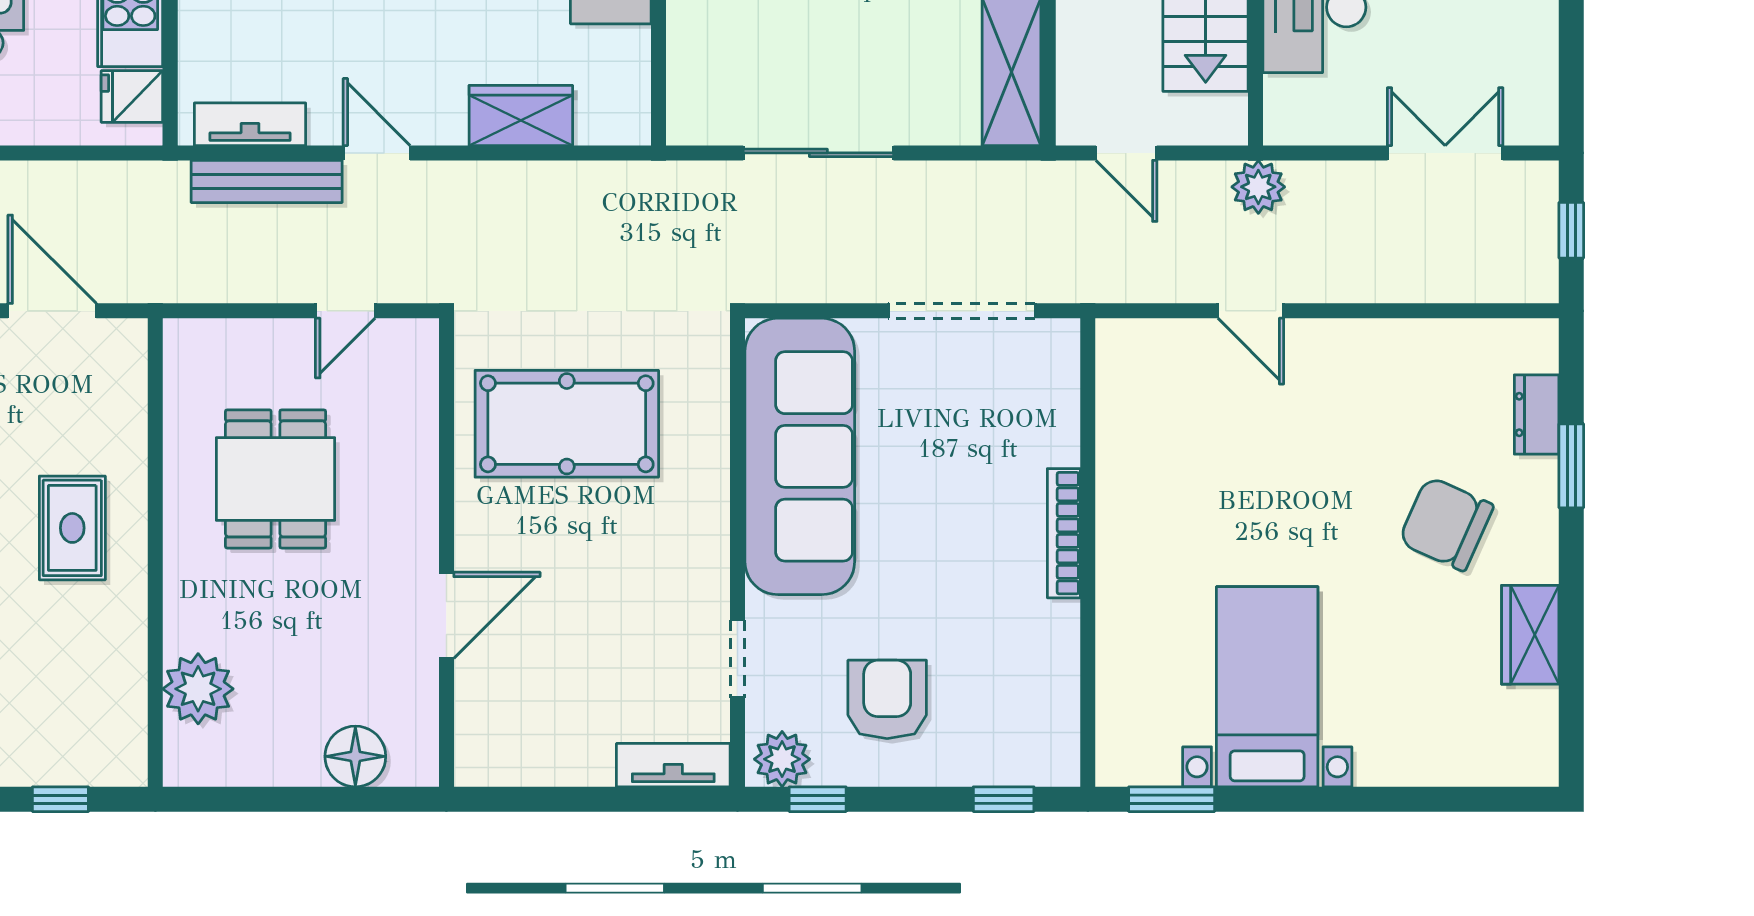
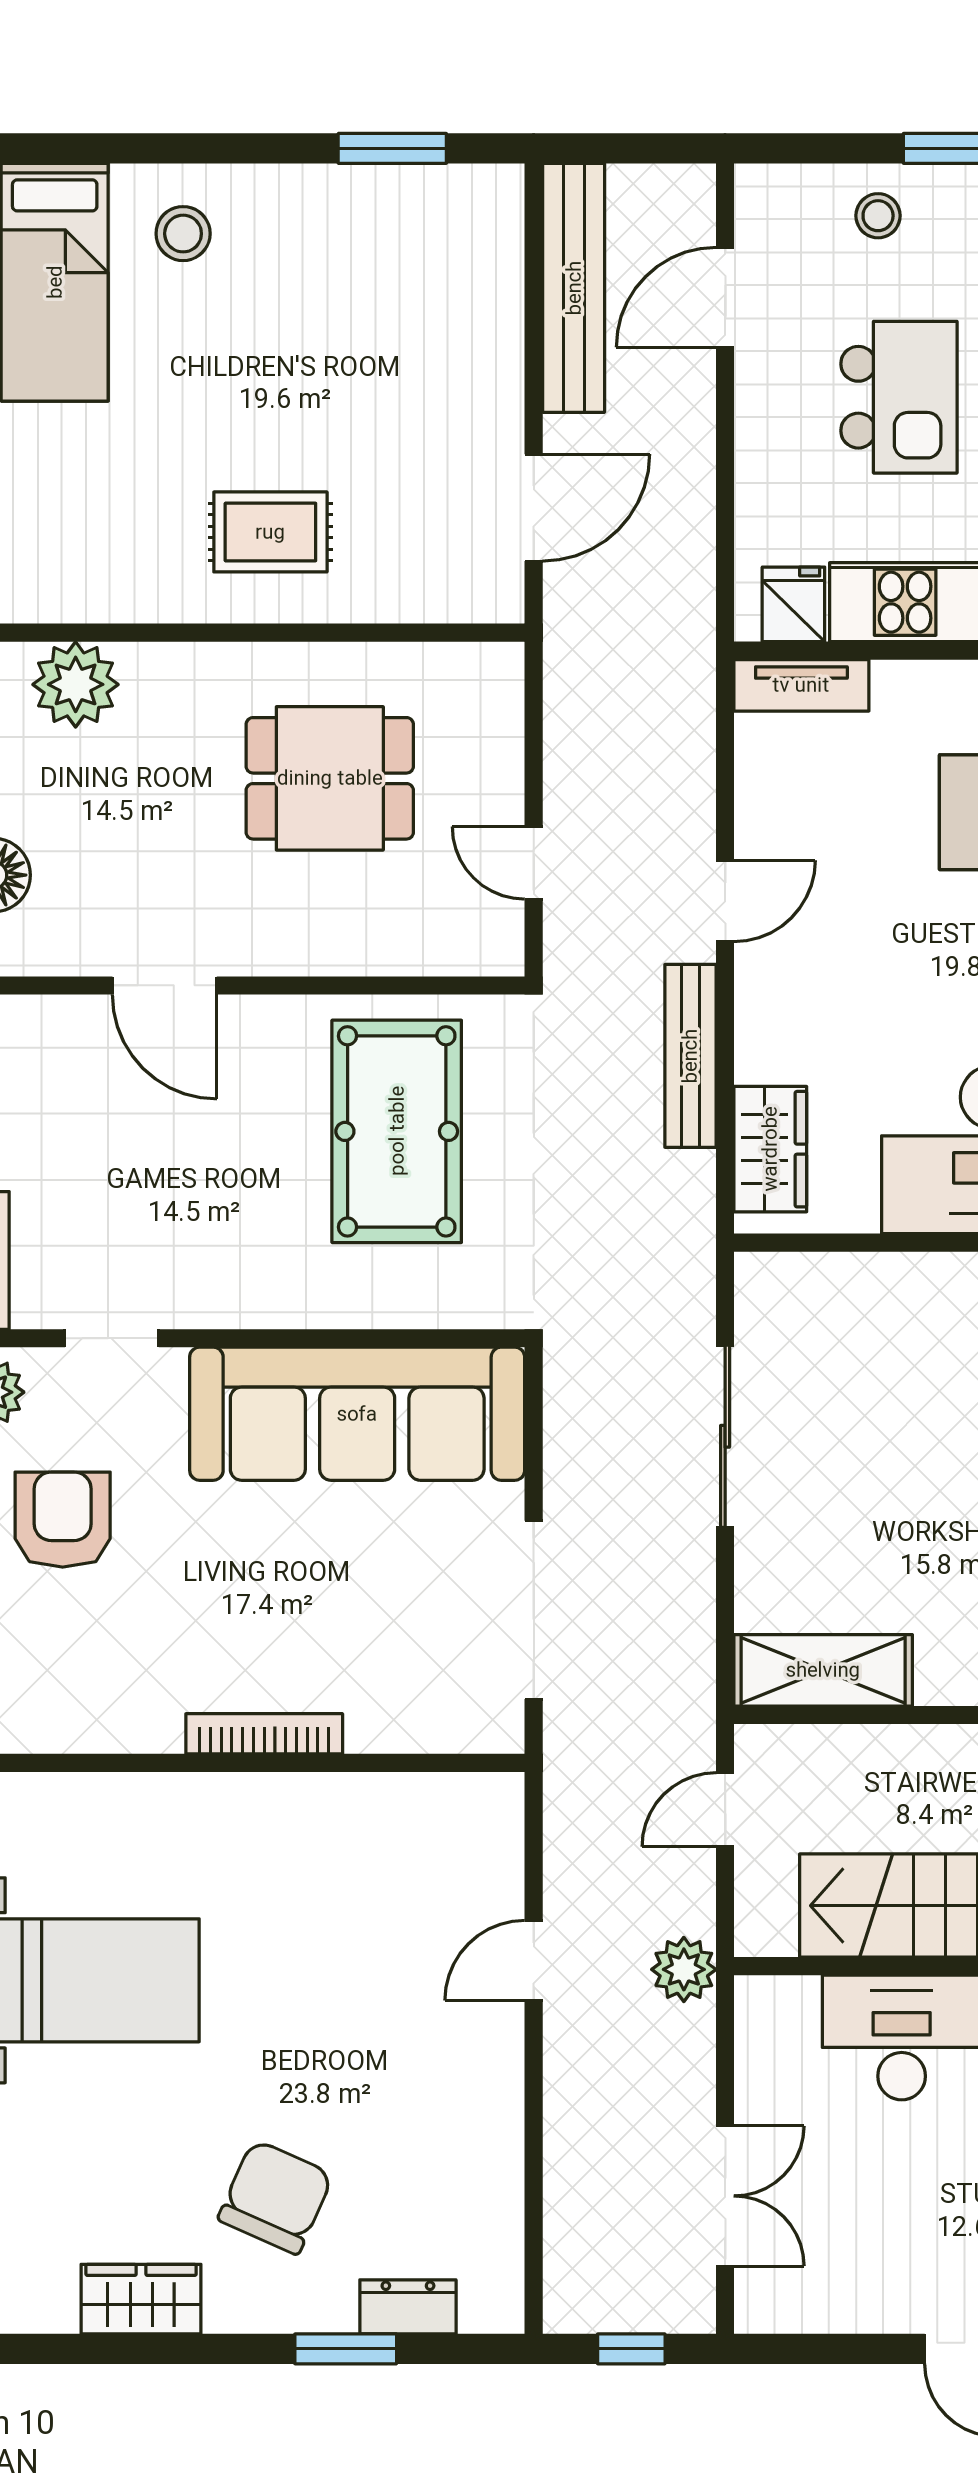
wardrobe: (521, 115) -> (770, 1149), moved
tv unit: (250, 124) -> (801, 685), moved, turned 90
bench: (267, 181) -> (690, 1056), moved
armchair: (887, 699) -> (63, 1520), turned -90

